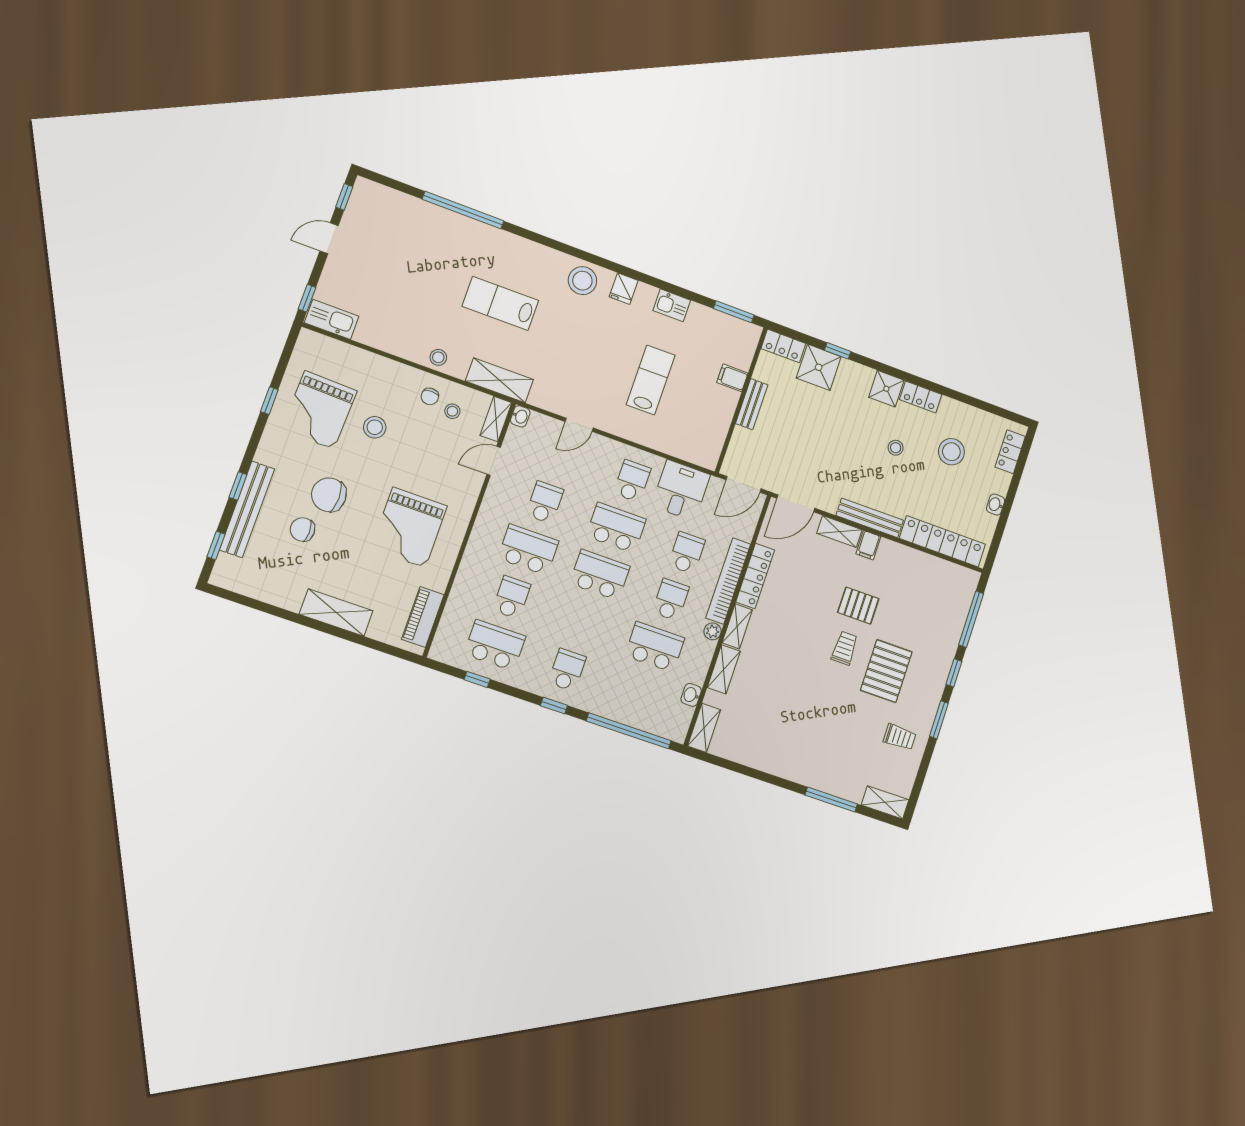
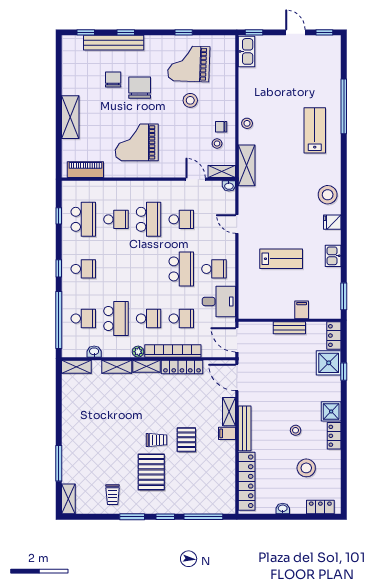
lab bench: (500, 303) -> (315, 130), moved
school desk: (600, 575) -> (83, 318), moved, width x0.54
pallet: (886, 671) -> (151, 472), turned 90

